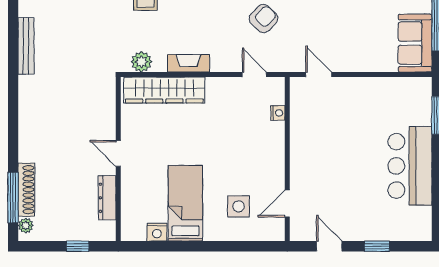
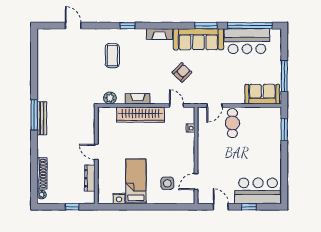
sofa: (415, 43) -> (262, 94), moved, turned 90
bench: (26, 46) -> (42, 118), moved
door: (319, 75) -> (215, 105), swing flipped
wardrobe: (164, 90) -> (141, 115), moved
cafe table: (349, 104) -> (232, 123), added
bar counter: (410, 166) -> (258, 191), moved, turned 90
window: (13, 198) -> (34, 115), moved

